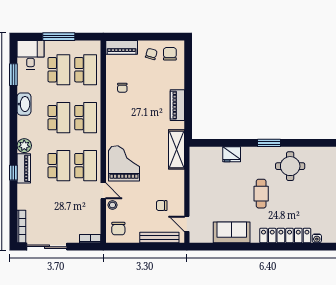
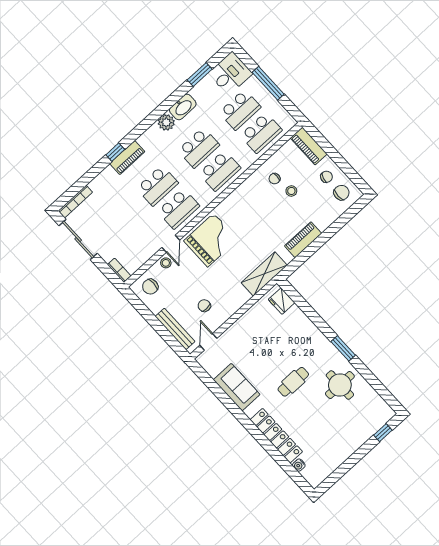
stool: (140, 84) -> (291, 191), added
plant: (24, 146) -> (166, 122), moved
fridge: (232, 154) -> (282, 301), moved

